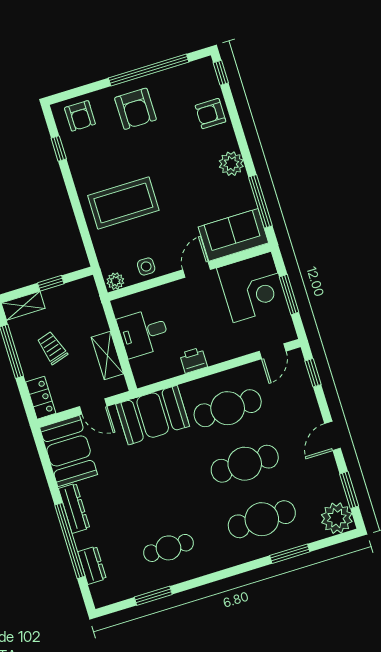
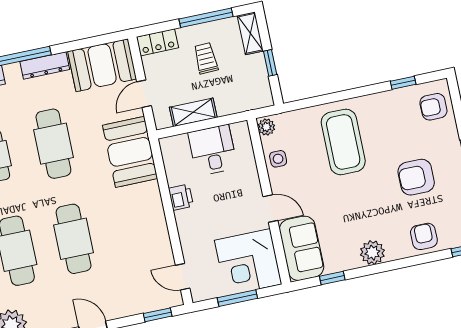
armchair: (135, 109) -> (416, 177), moved
window: (260, 201) -> (332, 278), width x0.46
trolley: (52, 348) -> (206, 58), turned -75
cafe table: (228, 408) -> (53, 144), moved

